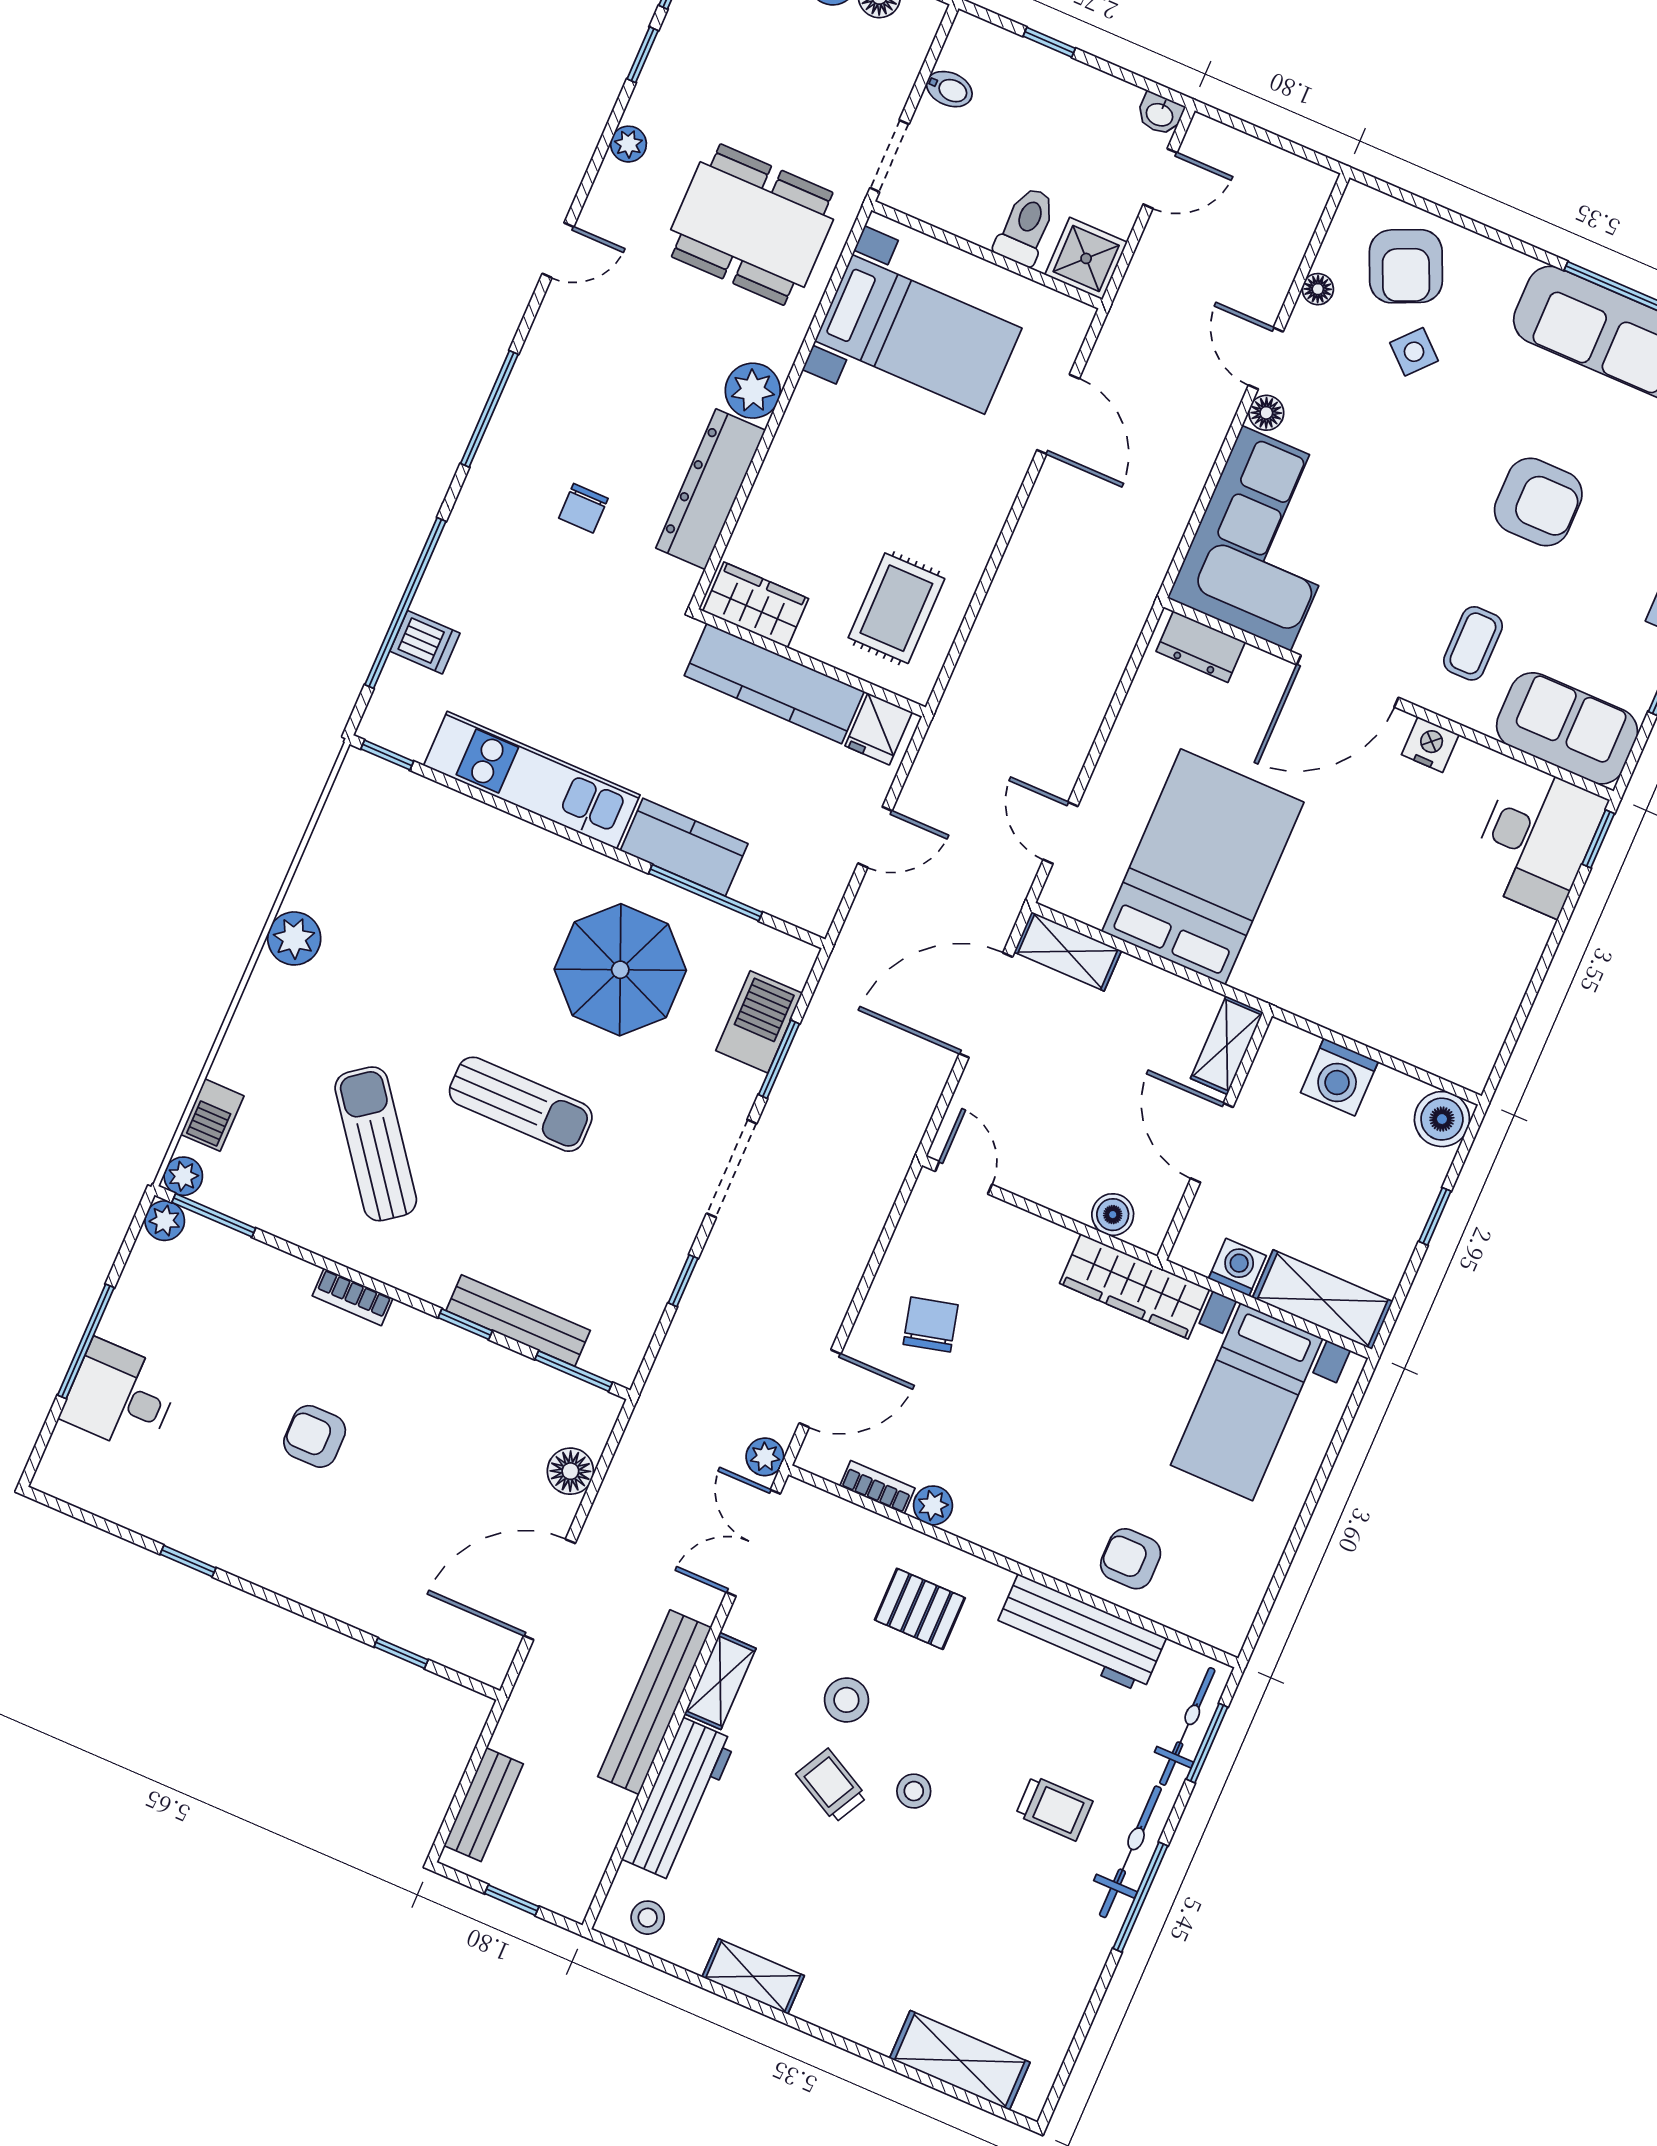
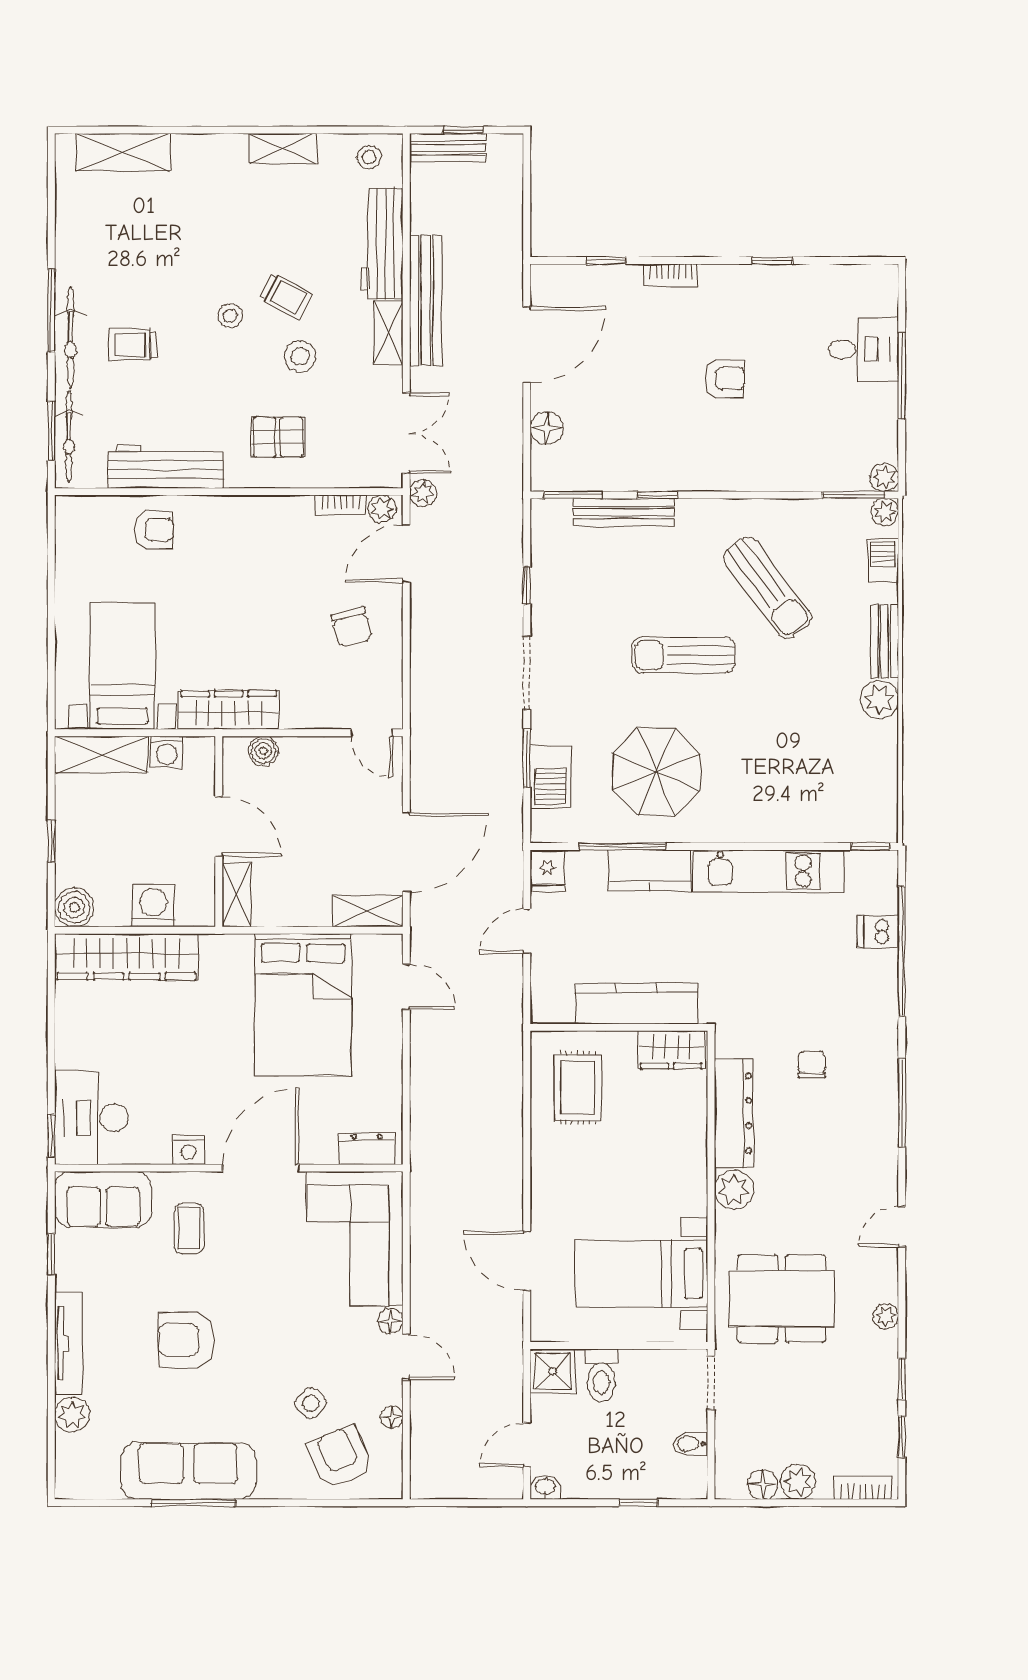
fridge: (879, 729) -> (547, 871), moved, turned 180
bench: (255, 1010) -> (884, 641), added
wardrobe: (1403, 1026) -> (126, 957), added
bookcase: (353, 1297) -> (671, 275), moved, turned 180
plant: (933, 1505) -> (382, 509), moved
bench: (484, 1805) -> (448, 148), moved, turned 90

